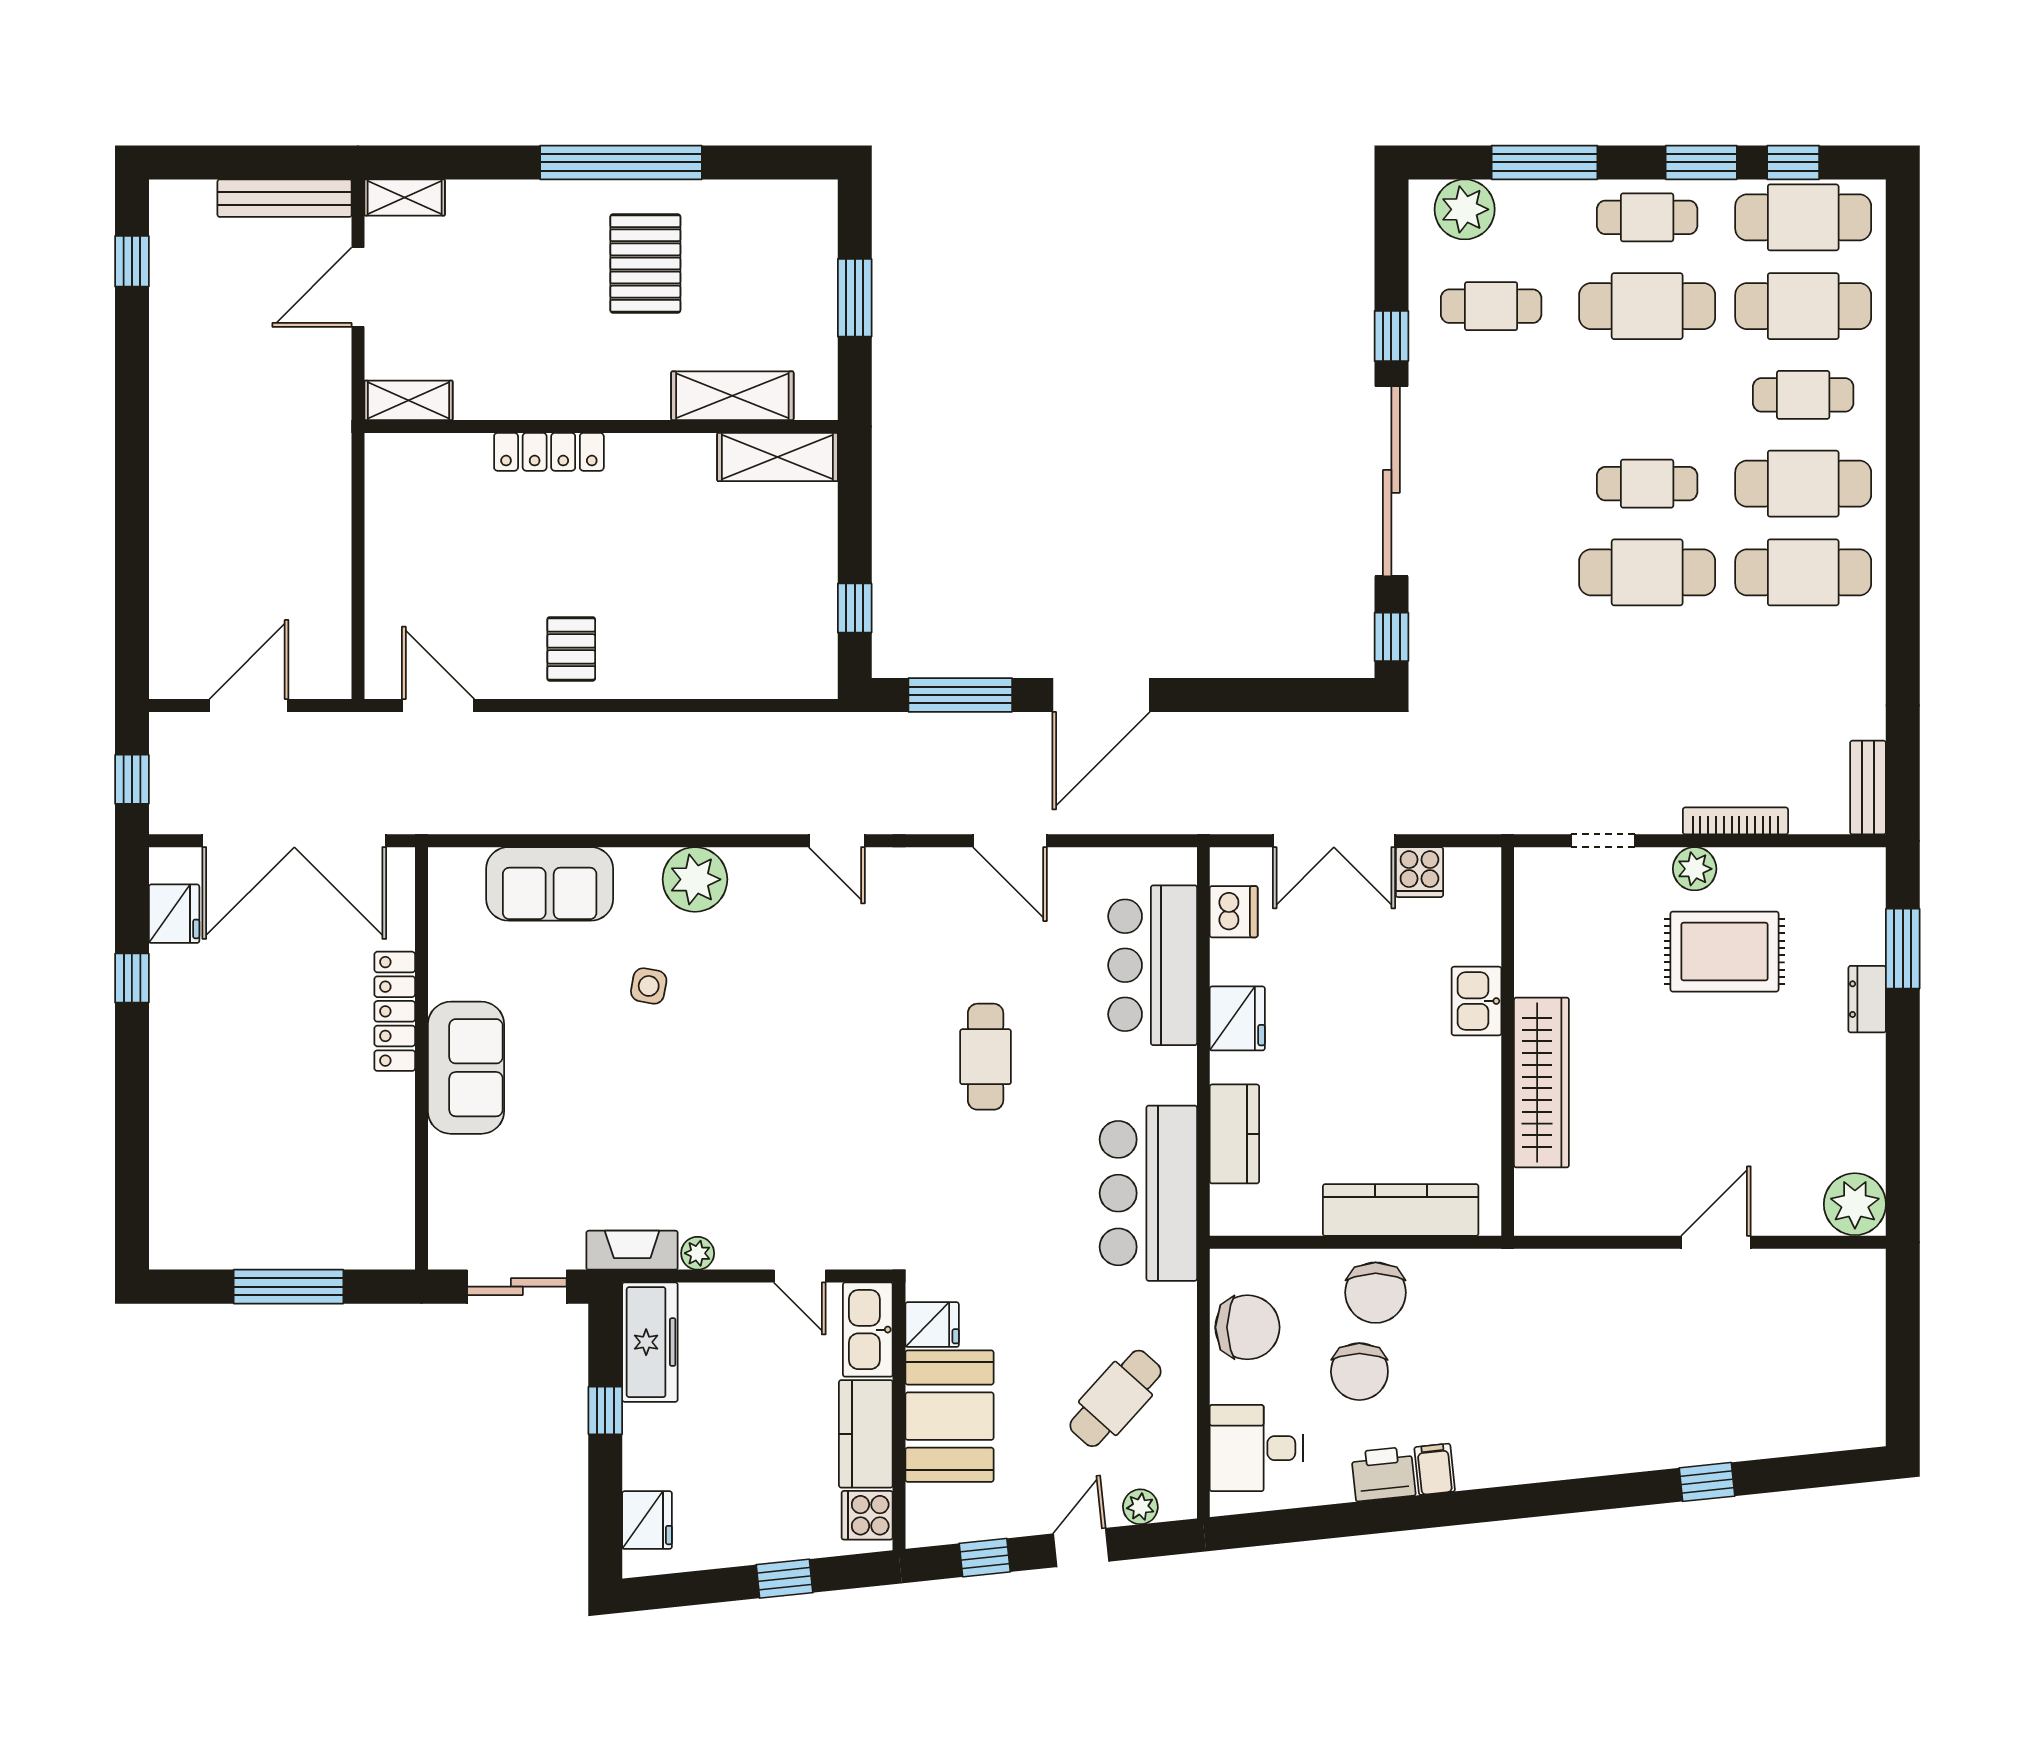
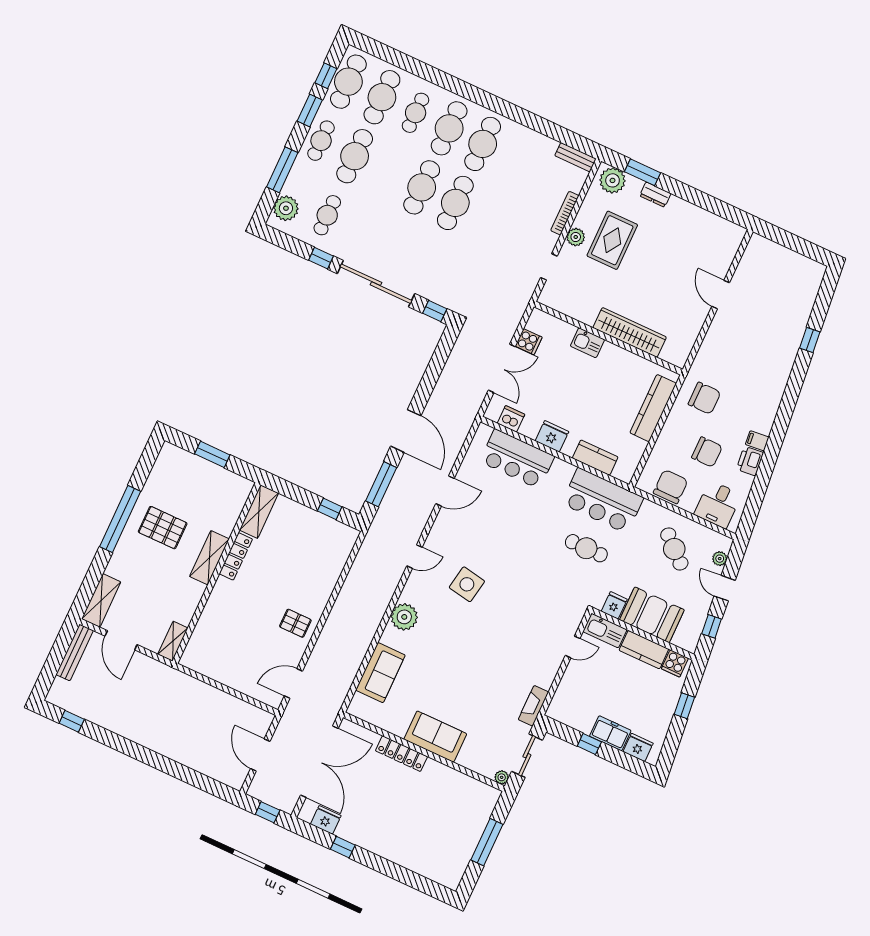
shelving: (405, 197) -> (101, 600), width x1.50, depth x1.33
shelving: (732, 396) -> (209, 558), moved
locker: (549, 452) -> (236, 556), moved
cafe table: (1647, 484) -> (422, 187), width x1.37, depth x1.35
side table: (649, 986) -> (467, 584), moved, width x1.87, depth x1.87
cafe table: (986, 1057) -> (586, 548), moved
plant: (1855, 1204) -> (613, 180), moved
plant: (698, 1253) -> (502, 777), moved
chair: (1376, 1293) -> (704, 398), moved
freezer: (650, 1342) -> (610, 733), moved, width x0.71

